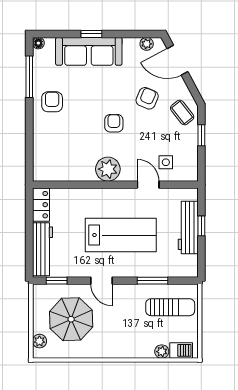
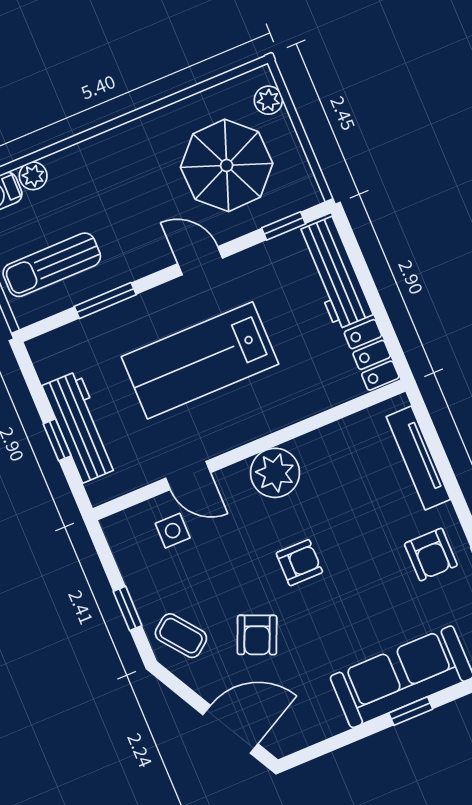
plant: (147, 44) -> (300, 736), removed
armchair: (114, 123) -> (299, 563), turned -90
tv unit: (39, 148) -> (418, 458), added

